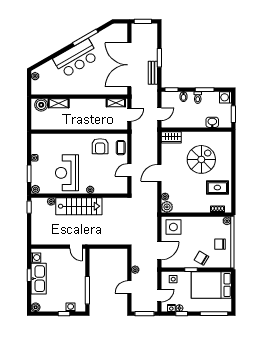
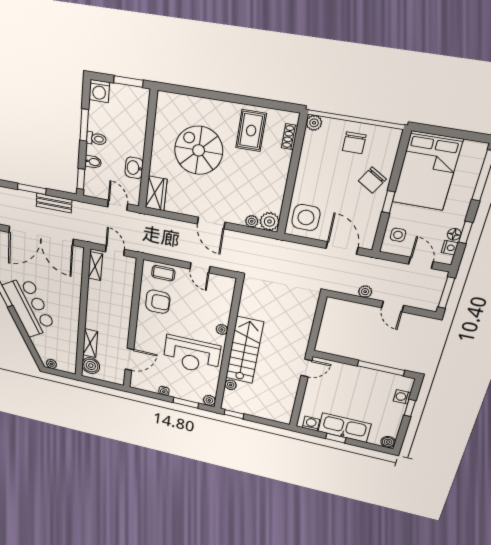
washbasin: (212, 122) -> (134, 168), moved
door: (53, 132) -> (129, 359), added

